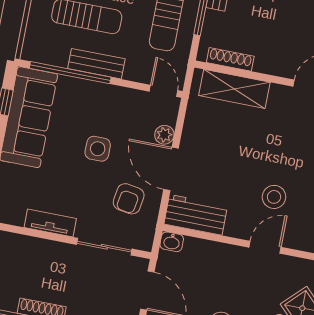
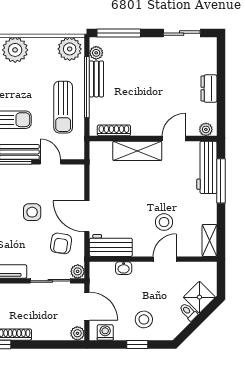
shelving: (234, 89) -> (137, 151), moved
door: (163, 91) -> (51, 162), moved
plant: (164, 135) -> (78, 271), moved
washbasin: (172, 242) -> (124, 268), moved

